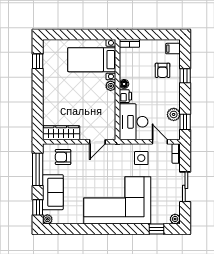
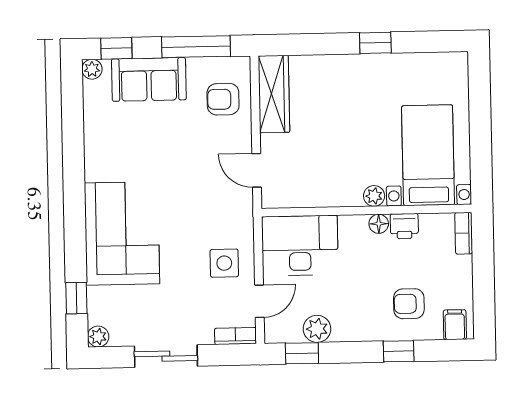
window: (38, 61) -> (375, 43), moved
printer: (125, 96) -> (404, 226), moved
armchair: (63, 157) -> (223, 99), turned -90
corner sofa: (117, 200) -> (122, 233), width x0.73, depth x0.74

